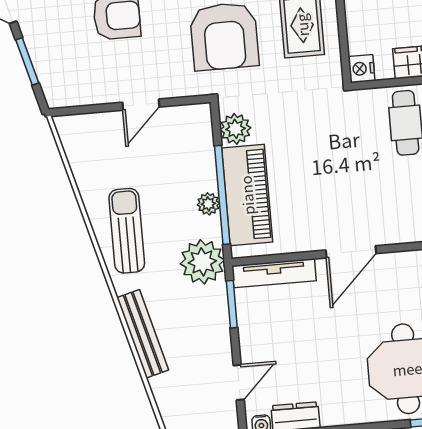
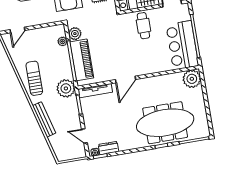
door: (141, 105) -> (17, 30), moved
plant: (208, 204) -> (62, 41), moved
door: (239, 382) -> (84, 136), swing flipped

